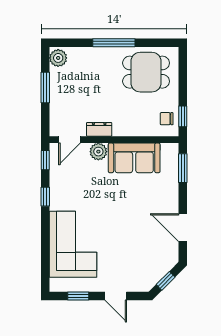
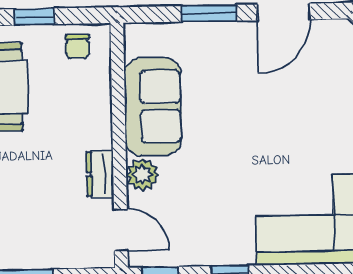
window: (183, 116) -> (34, 17), moved
window: (183, 168) -> (209, 13), moved

